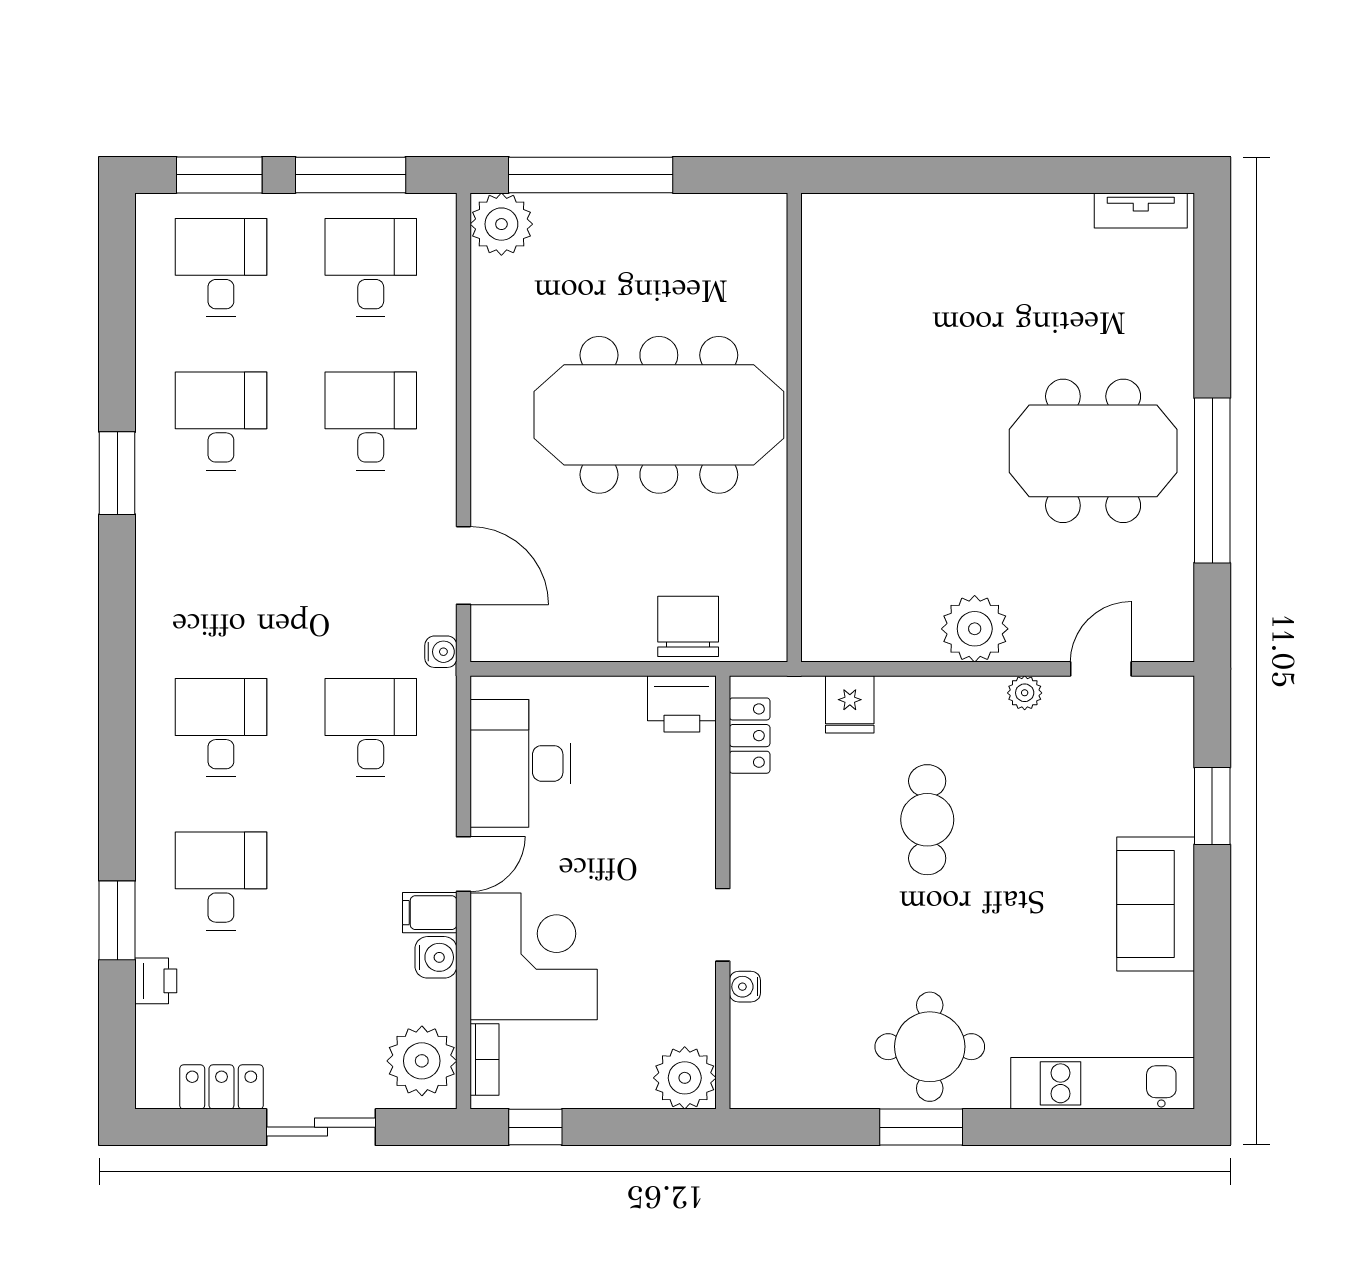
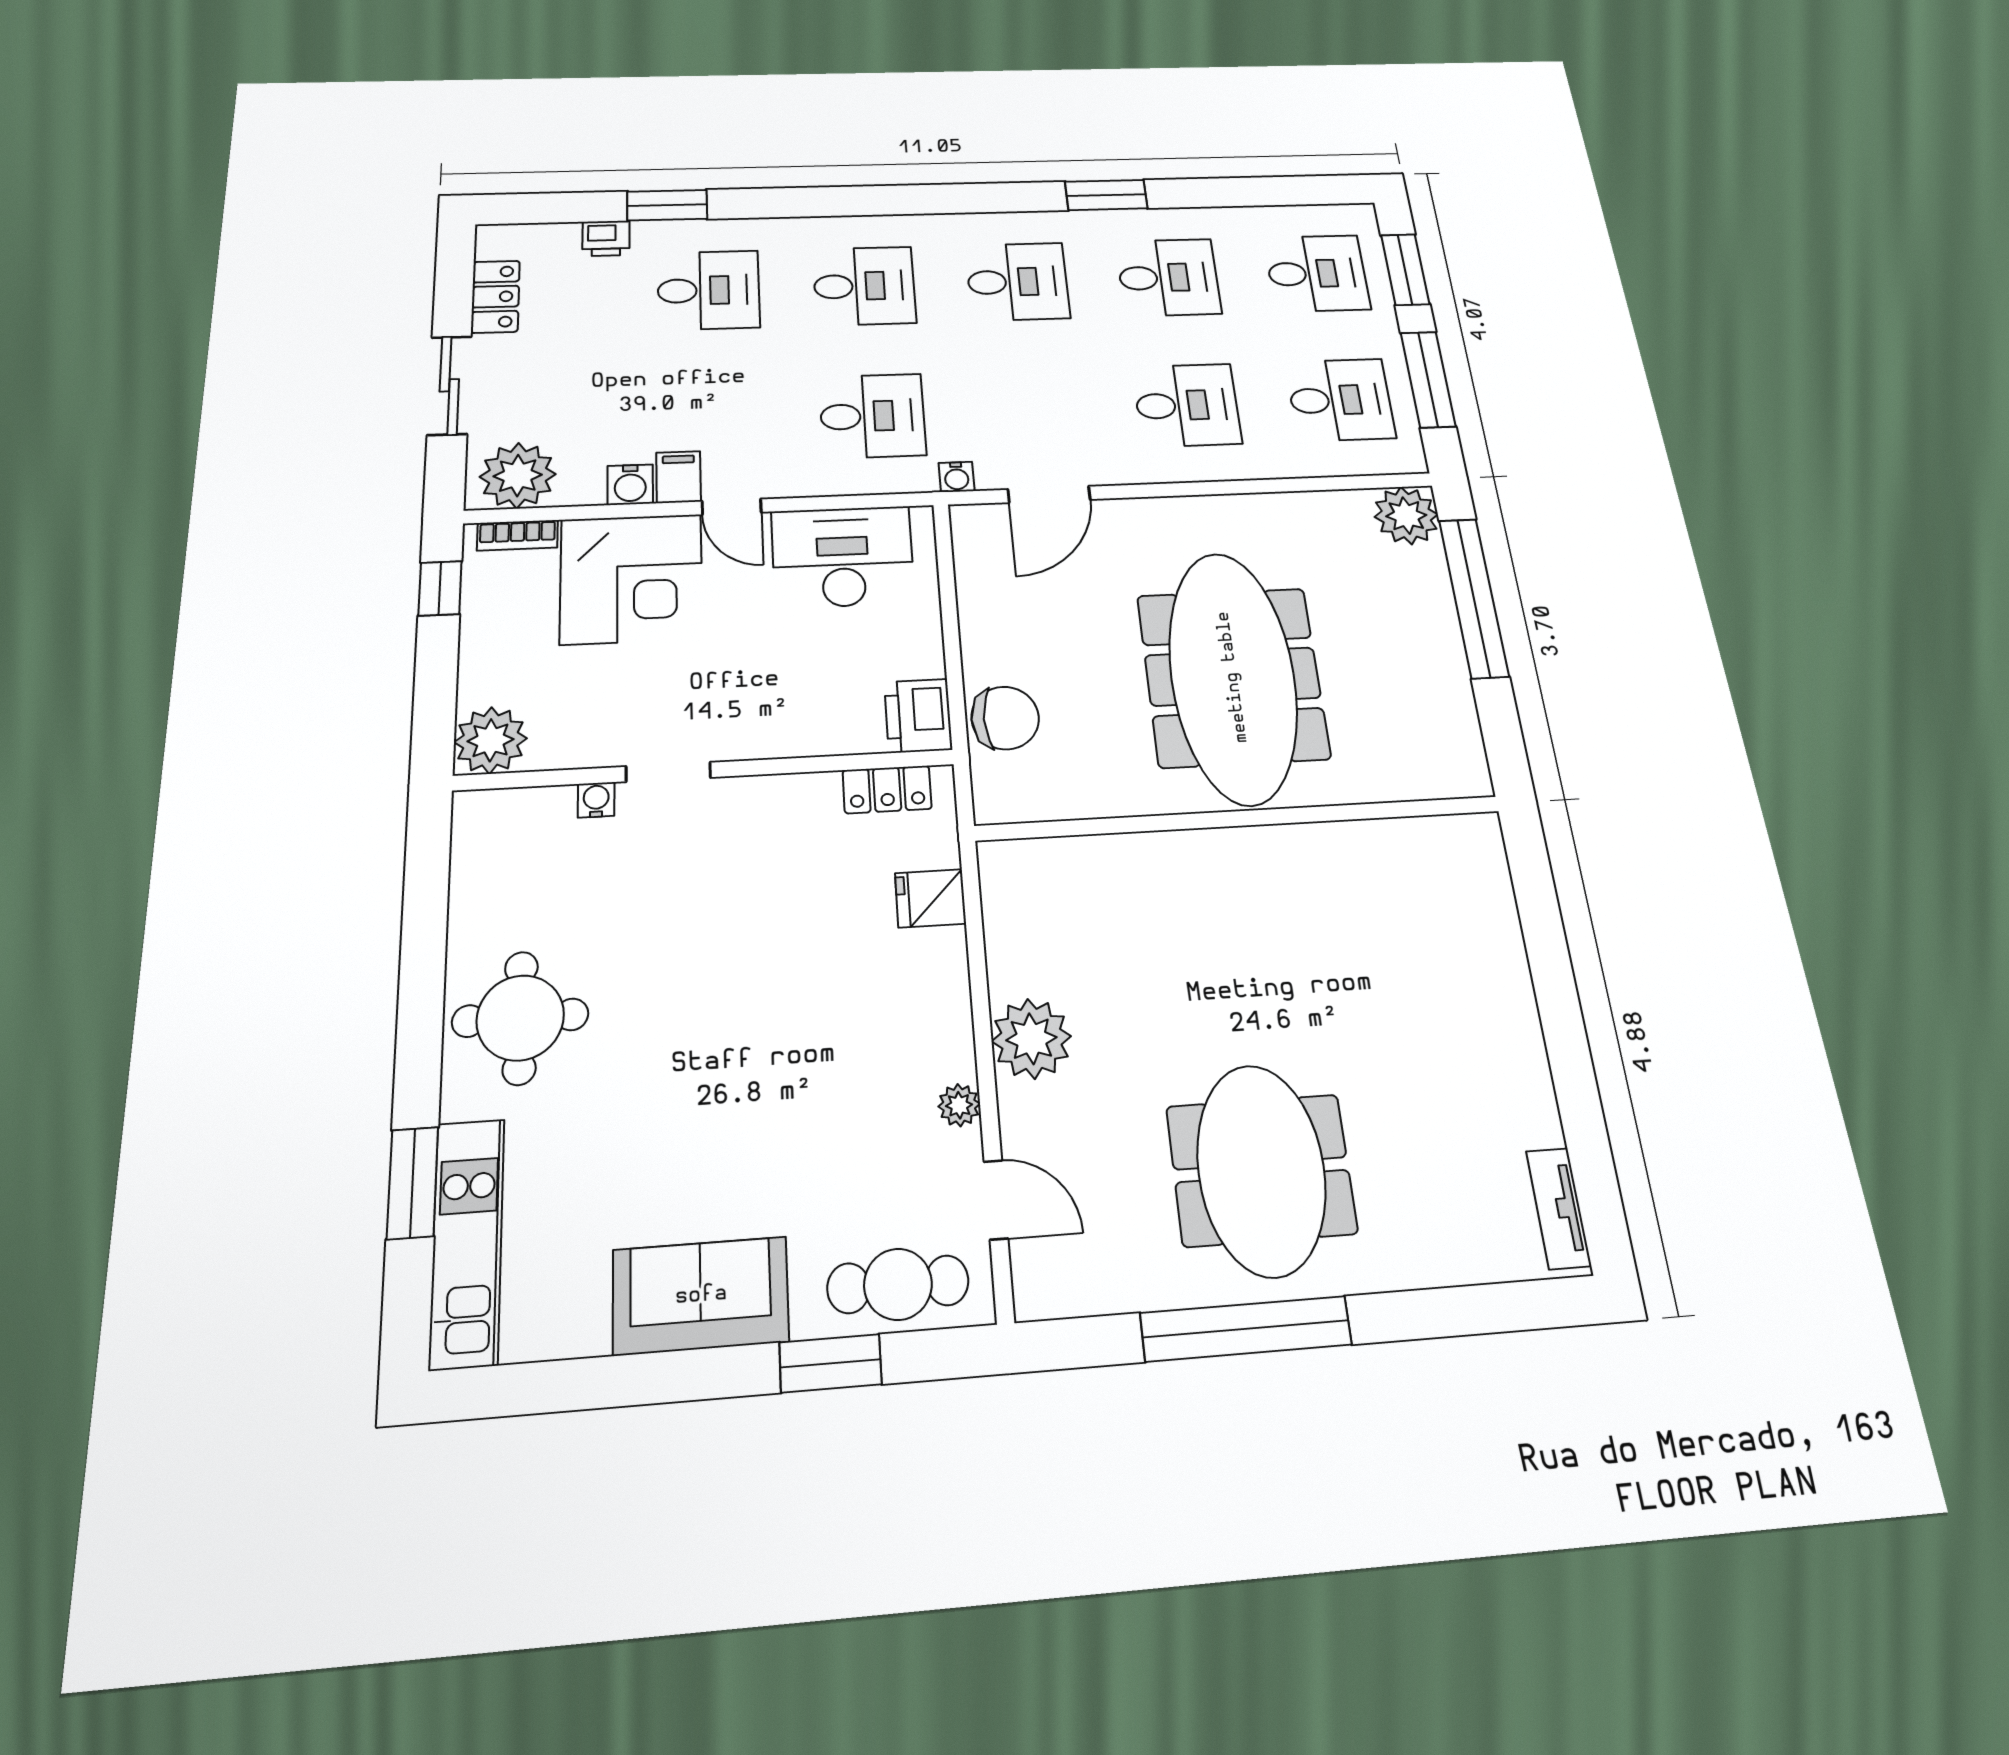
desk: (221, 574) -> (1017, 282), added
cafe table: (927, 820) -> (898, 1284), moved
window: (921, 1127) -> (413, 1183), moved

